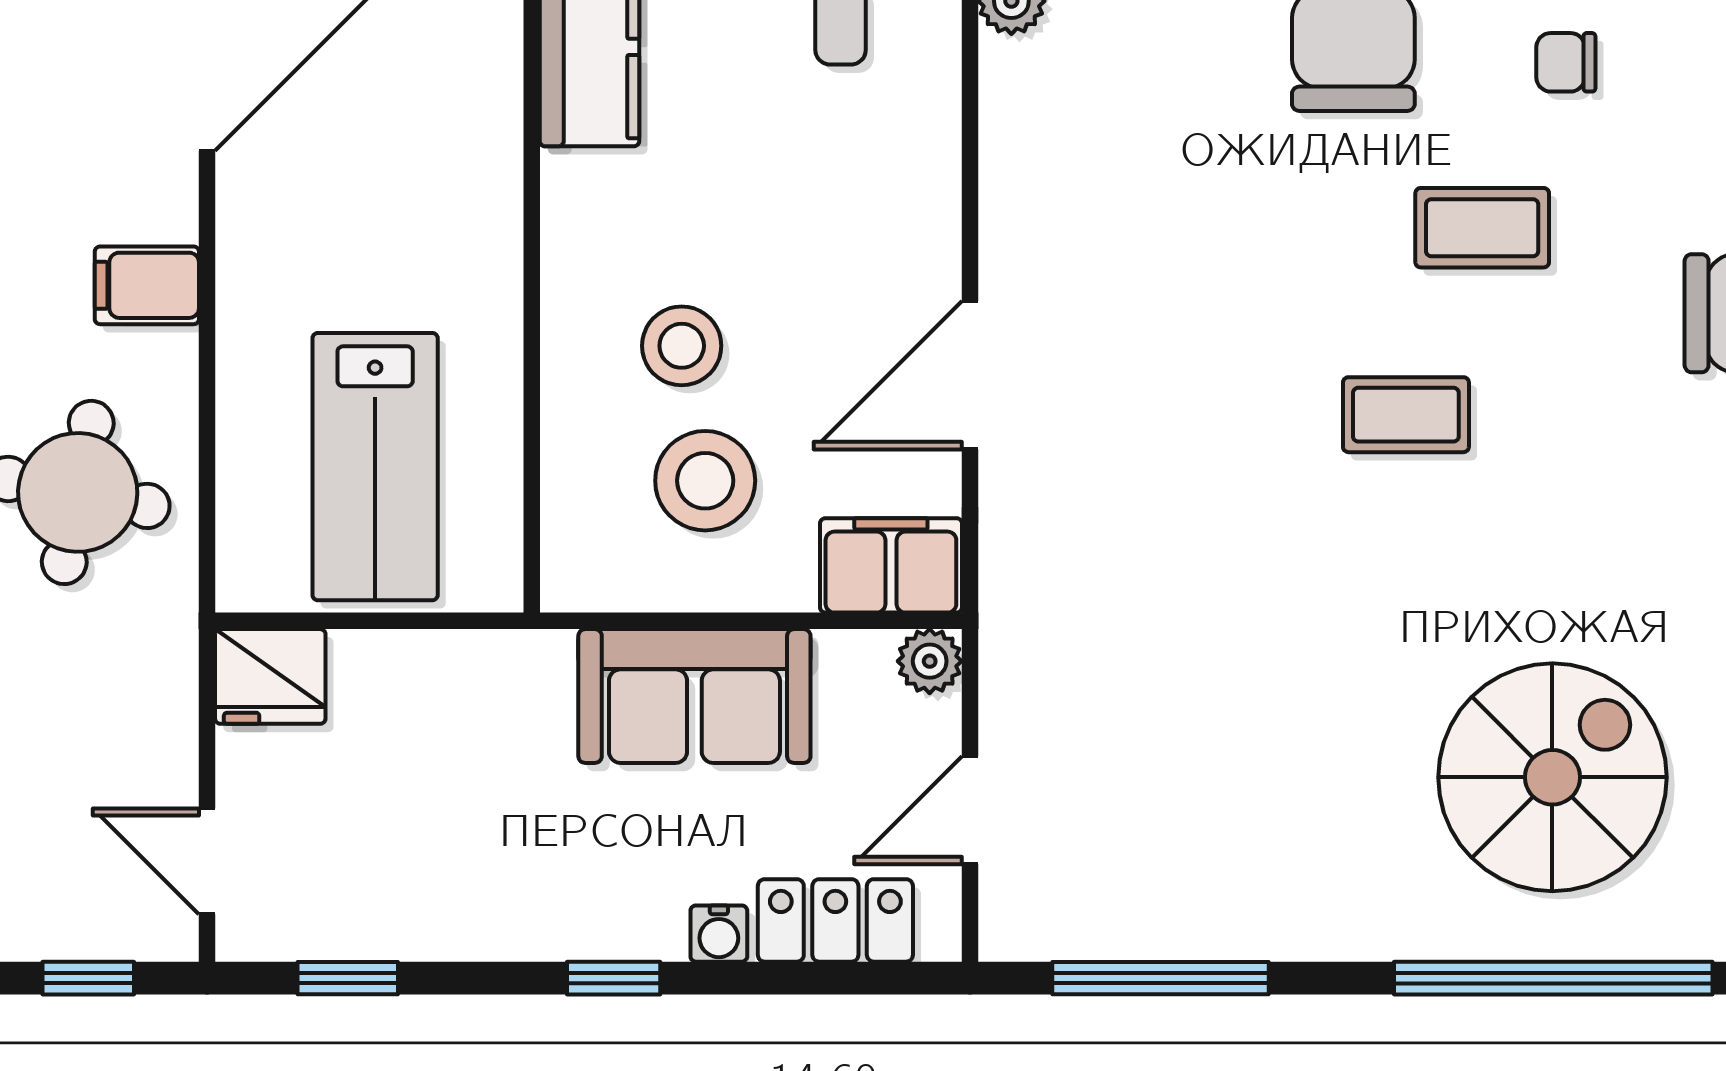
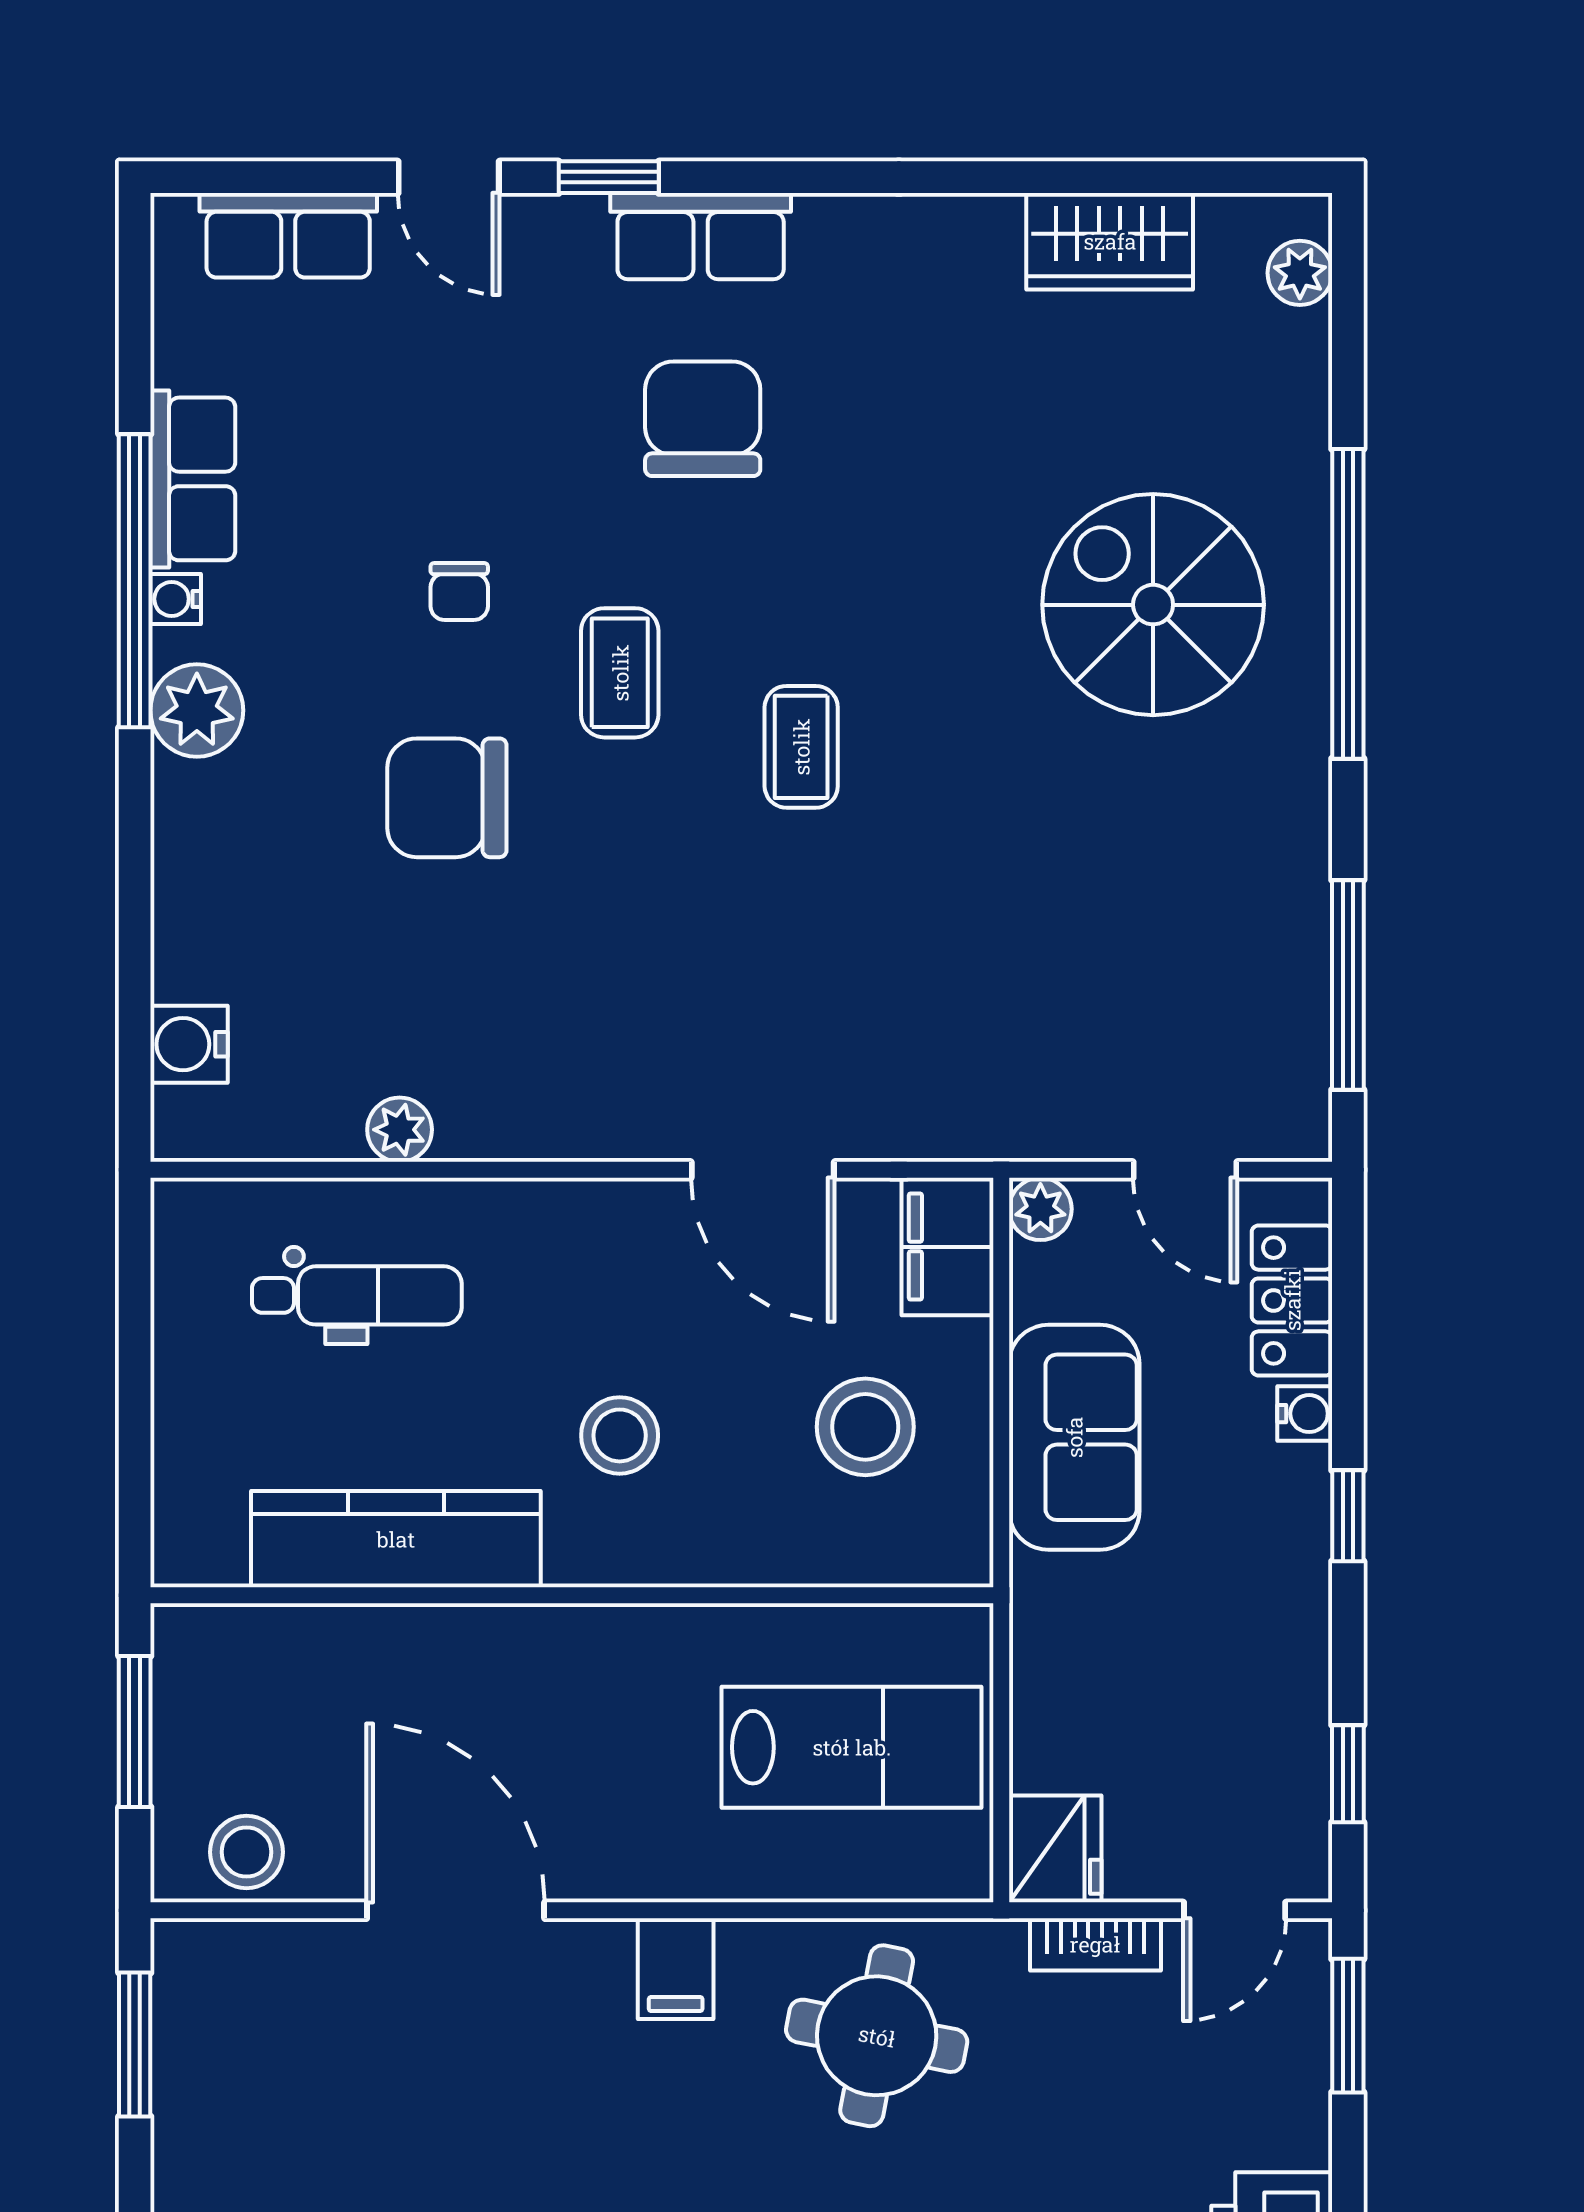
stool: (682, 346) -> (620, 1435), moved
bookcase: (172, 718) -> (1095, 1944), added
window: (88, 978) -> (1348, 2026), width x1.50

